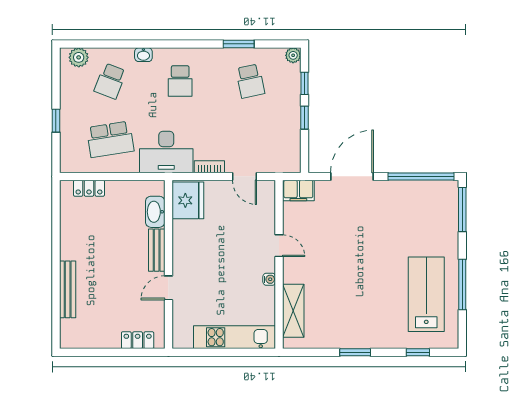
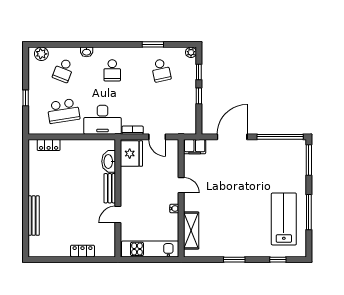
fridge: (188, 200) -> (131, 154), moved
washbasin: (155, 212) -> (109, 161), moved
bench: (157, 250) -> (110, 188), moved
wall: (168, 264) -> (118, 198), moved
door: (168, 288) -> (118, 215), moved

